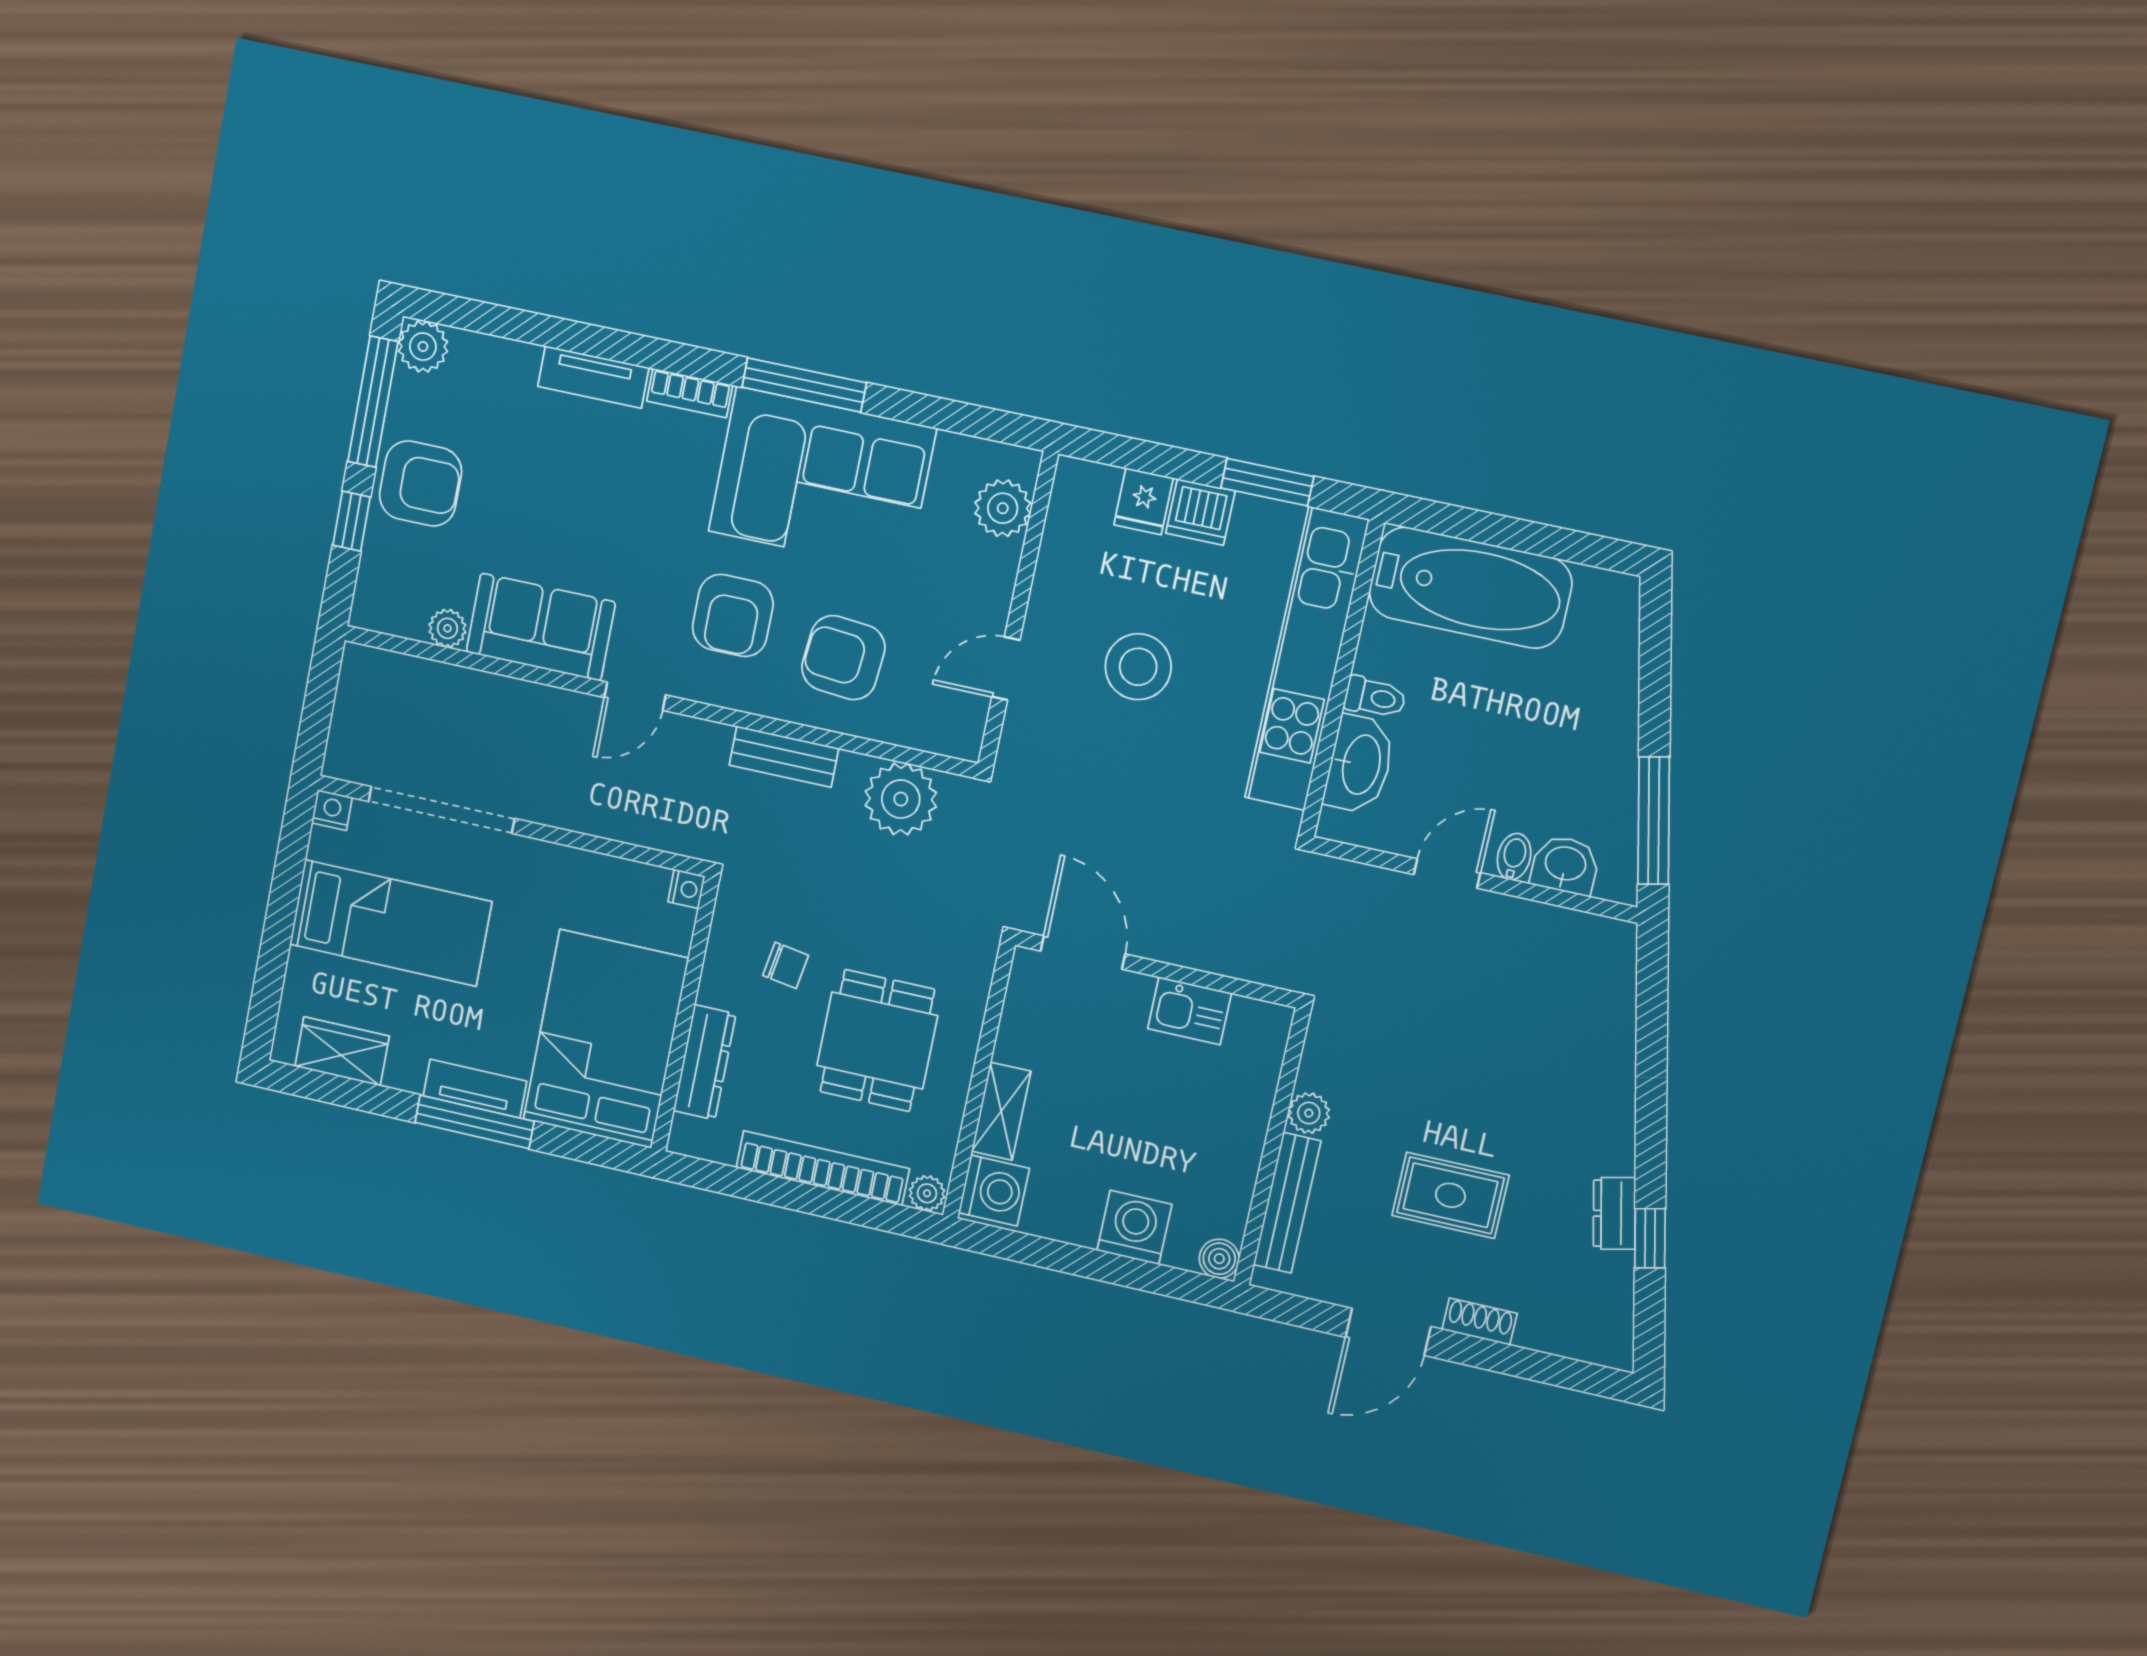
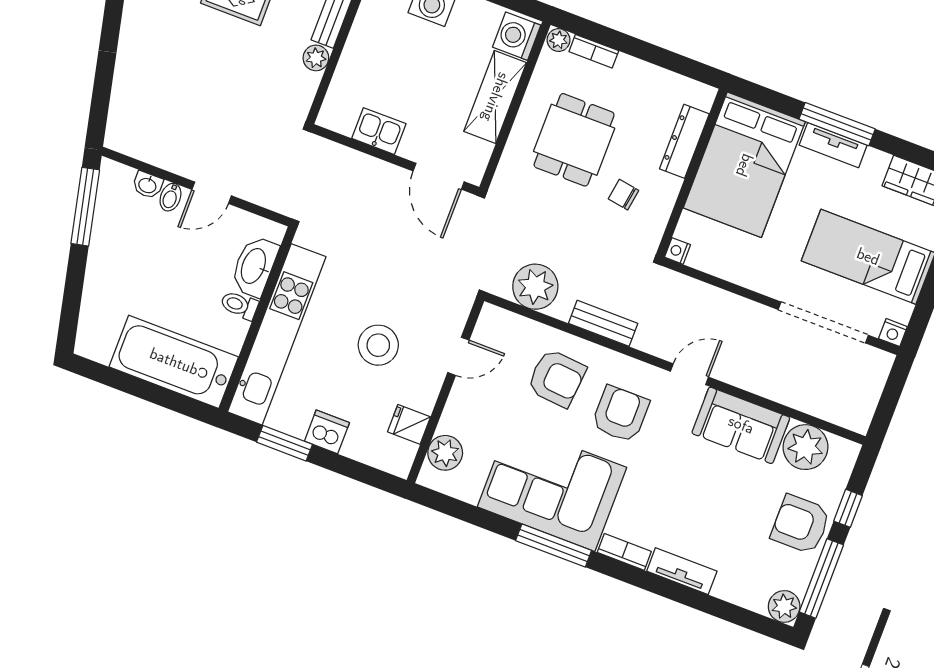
fridge: (1144, 501) -> (409, 424), moved, turned -90
plant: (447, 628) -> (806, 447), width x1.88, depth x1.88
washbasin: (1565, 865) -> (148, 185), width x0.72, depth x0.69
shelving: (1001, 1111) -> (495, 97), width x1.50, depth x1.33
bookcase: (823, 1168) -> (594, 51), width x0.43, depth x0.76

